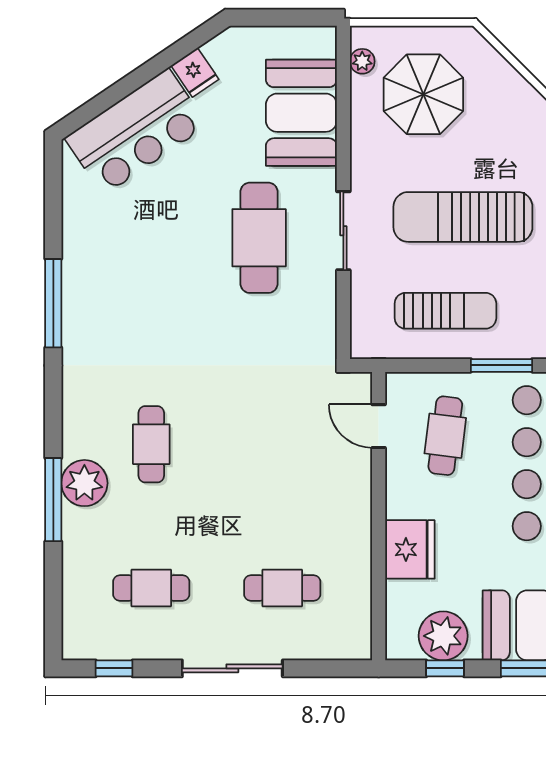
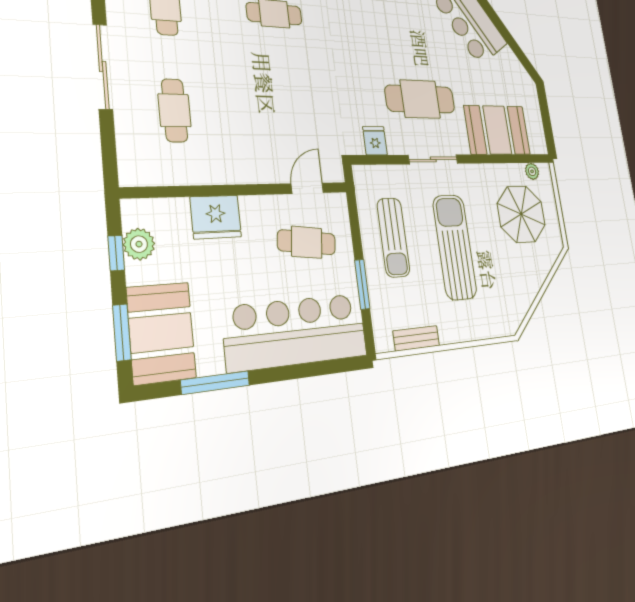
fridge: (195, 72) -> (375, 141), moved, turned 124
plant: (443, 636) -> (139, 244), width x0.73, depth x0.73

